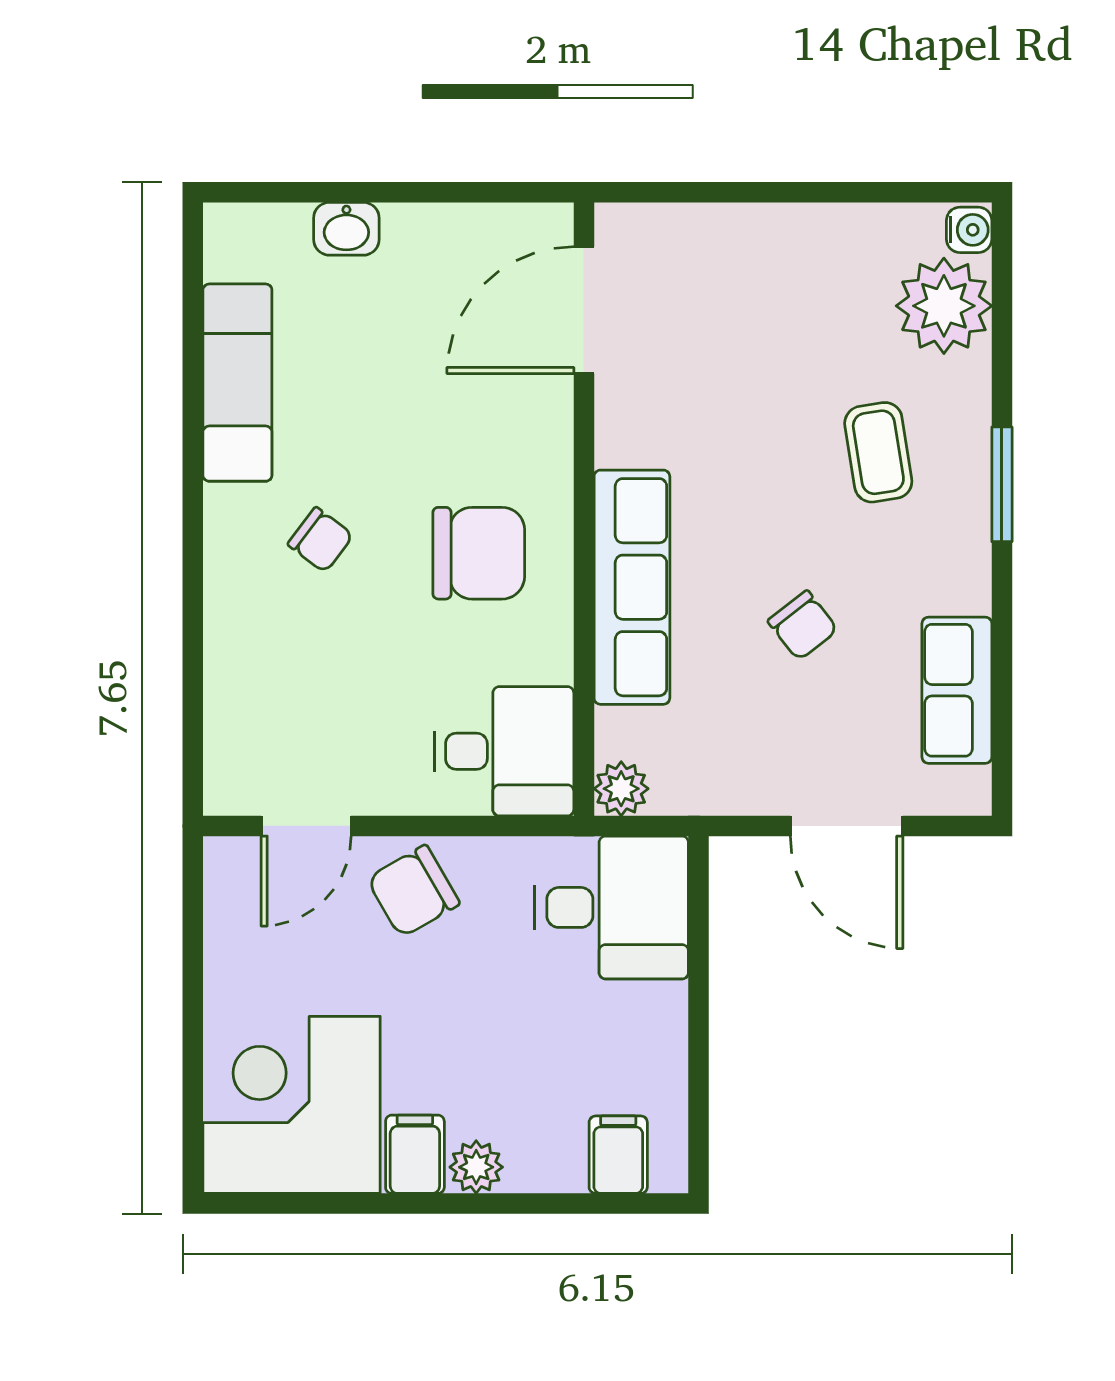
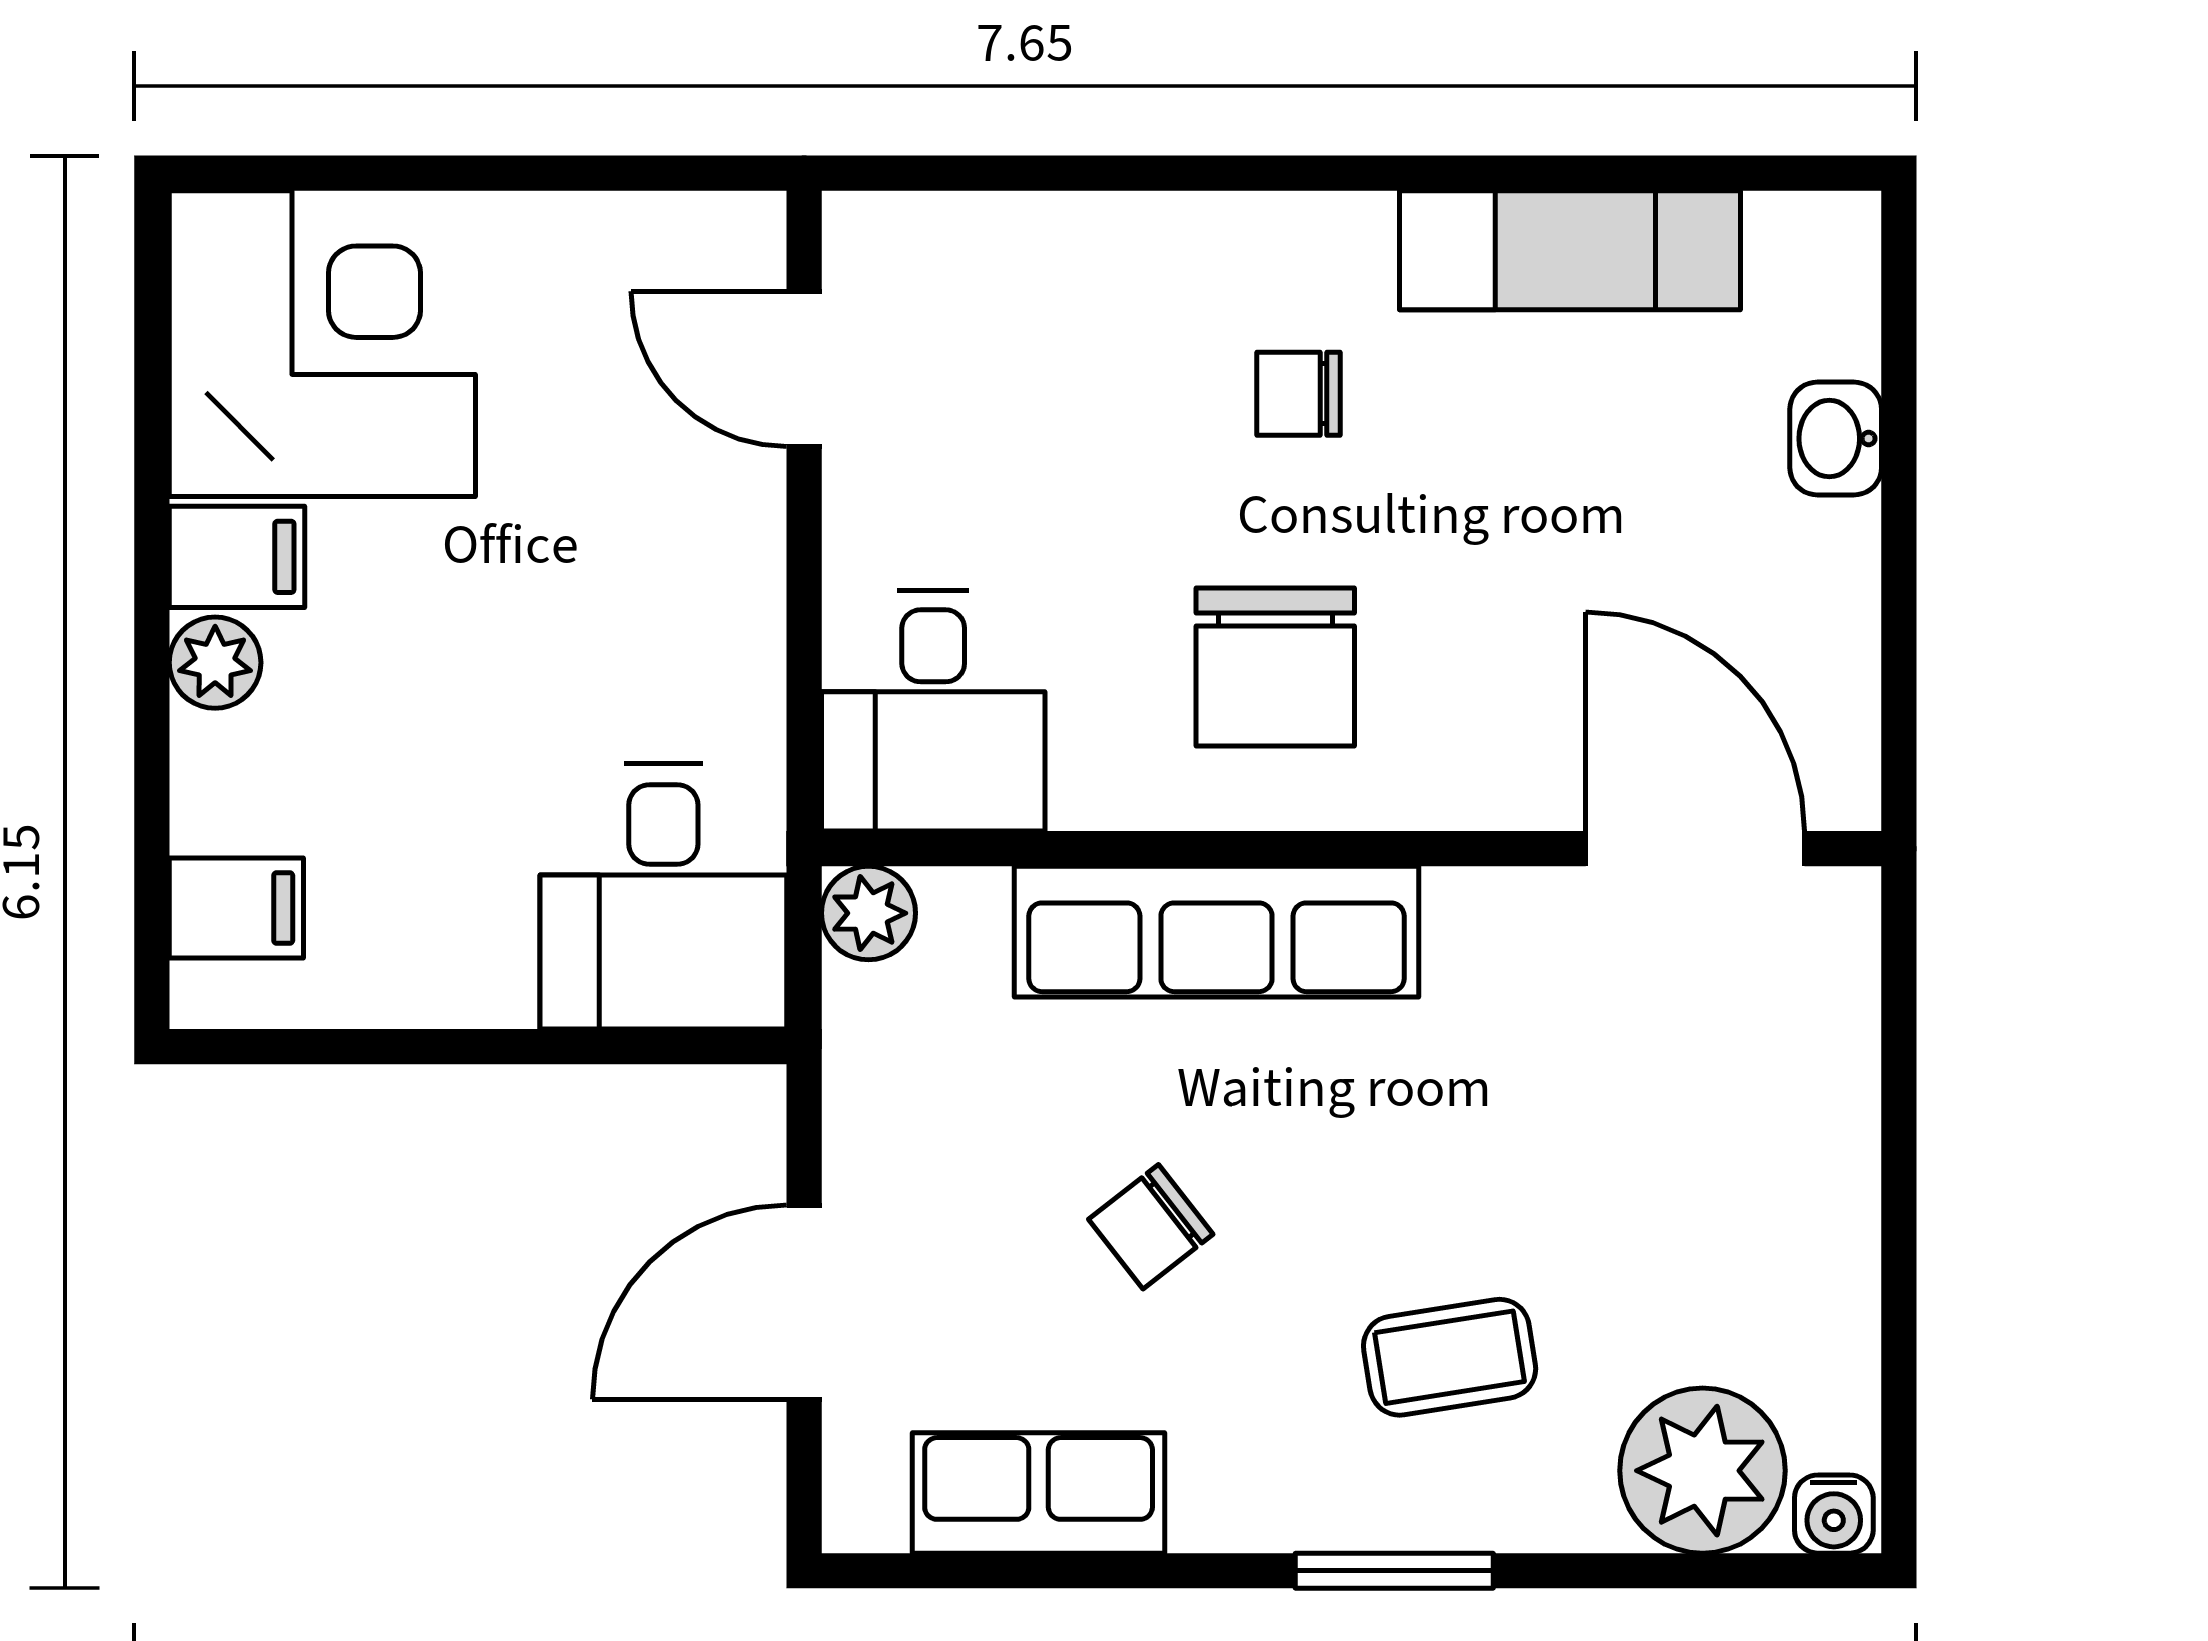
chair: (320, 540) -> (1298, 394), turned 53
chair: (413, 891) -> (692, 554), removed

